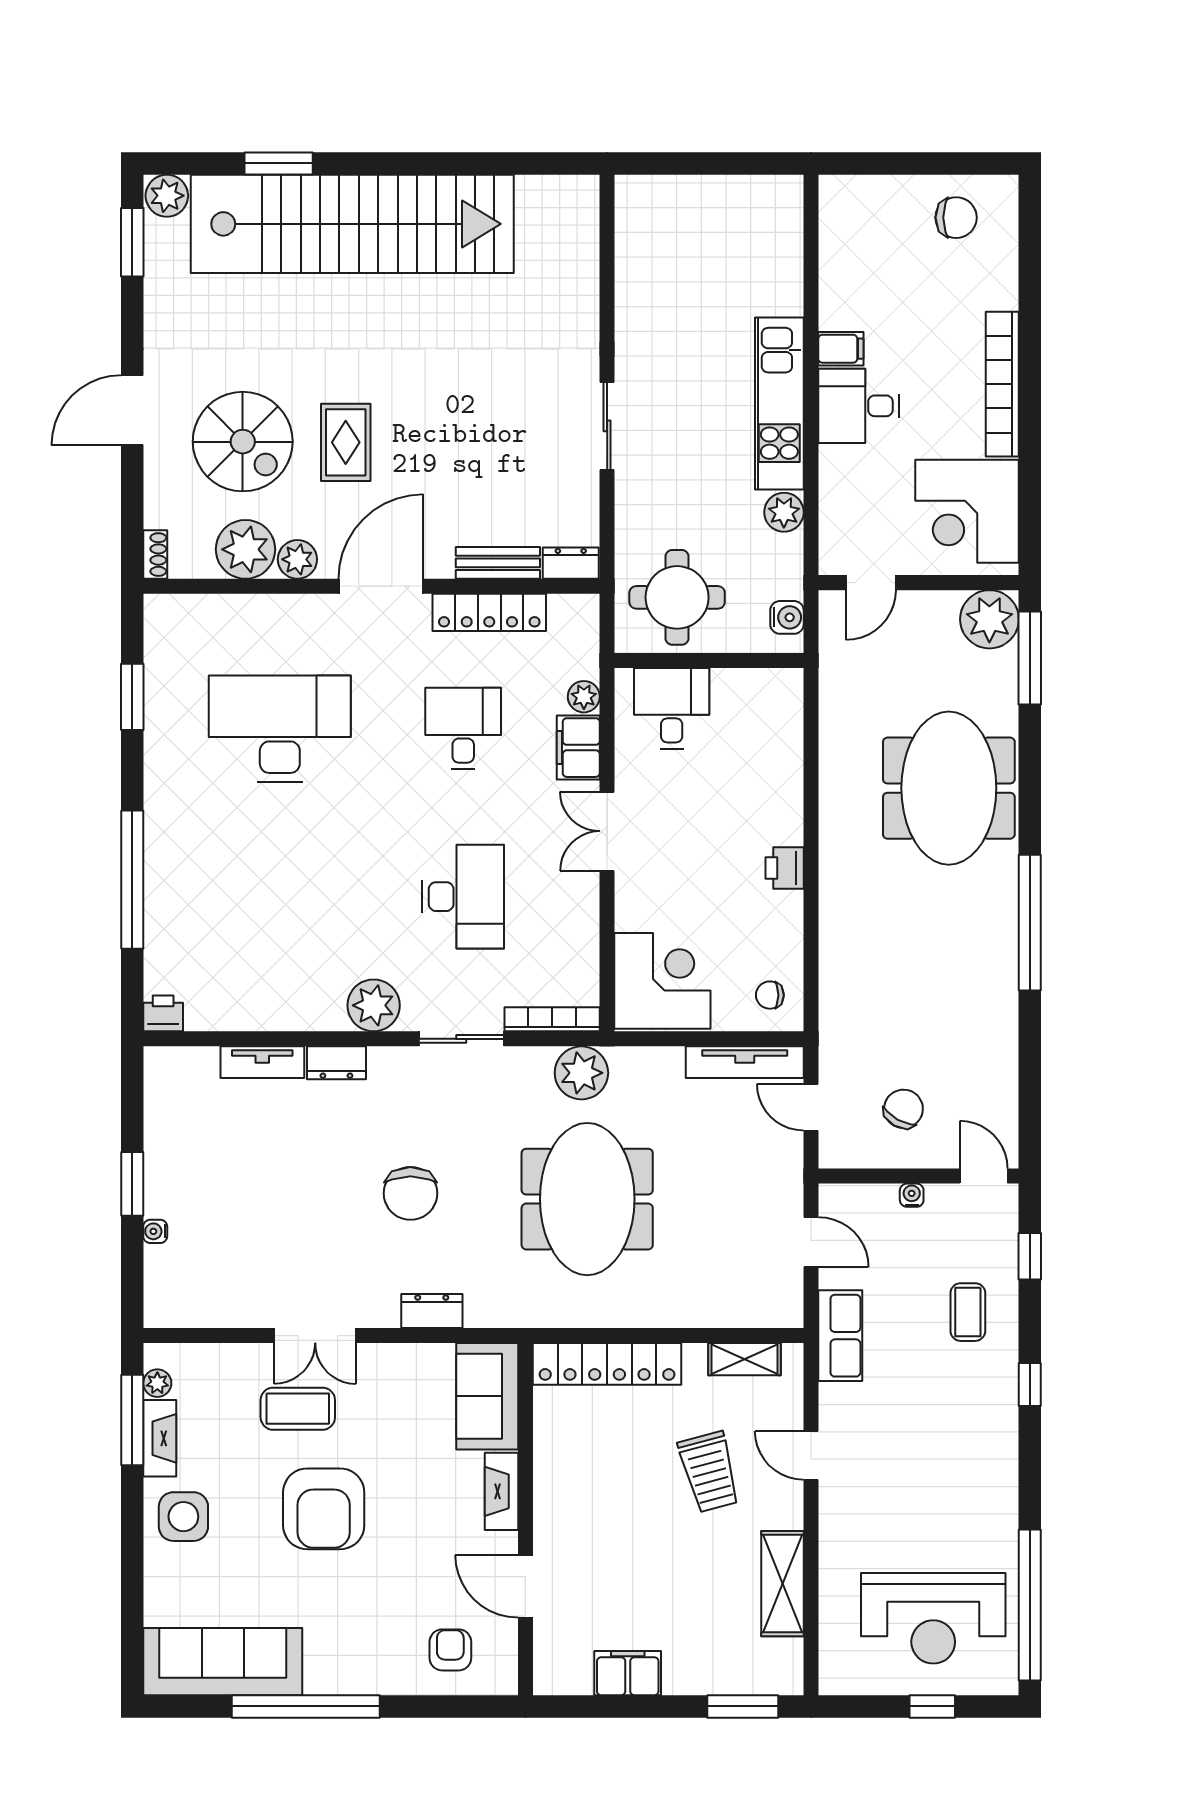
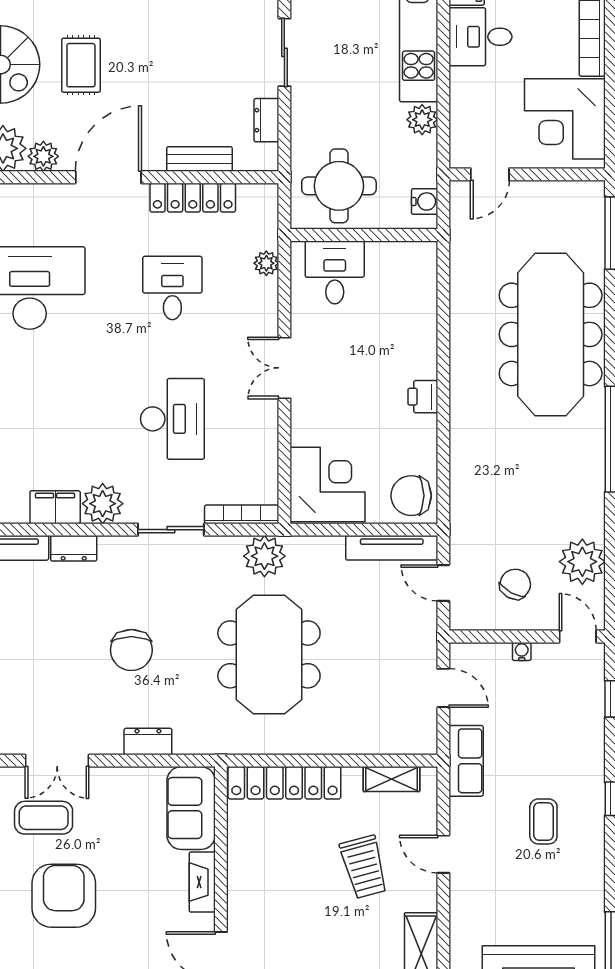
dresser: (571, 563) -> (266, 120), moved, turned -90
plant: (989, 619) -> (582, 562), moved
filing cabinet: (578, 748) -> (55, 507), moved, turned 90
meeting table: (949, 788) -> (551, 334), width x1.36
chair: (770, 995) -> (411, 496), width x1.87, depth x1.87
coffee table: (968, 1312) -> (543, 821), moved
armchair: (324, 1509) -> (64, 896), turned 180

